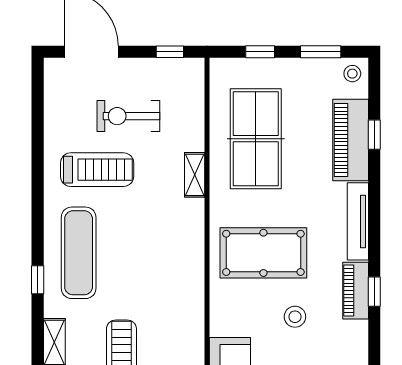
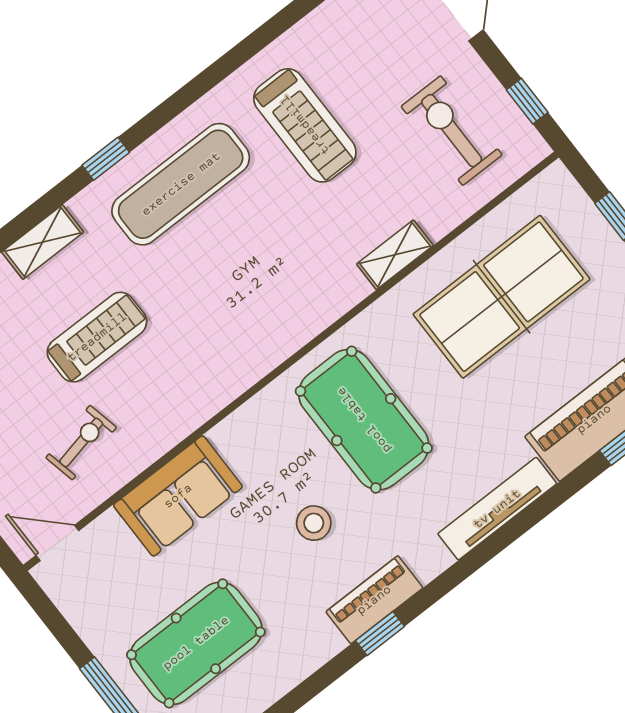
exercise bike: (128, 116) -> (452, 131), moved
piano: (356, 291) -> (374, 600), moved
window: (374, 292) -> (380, 633), moved

